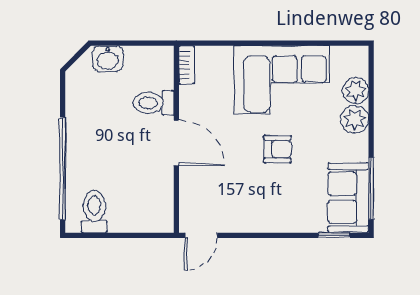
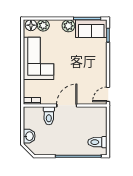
floor lamp: (356, 63) -> (31, 25), added
plant: (355, 119) -> (68, 26), moved
armchair: (277, 149) -> (70, 60), removed
door: (201, 235) -> (108, 94), swing flipped

